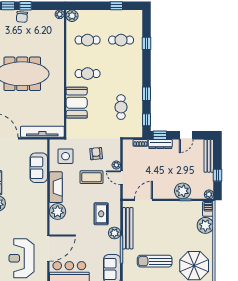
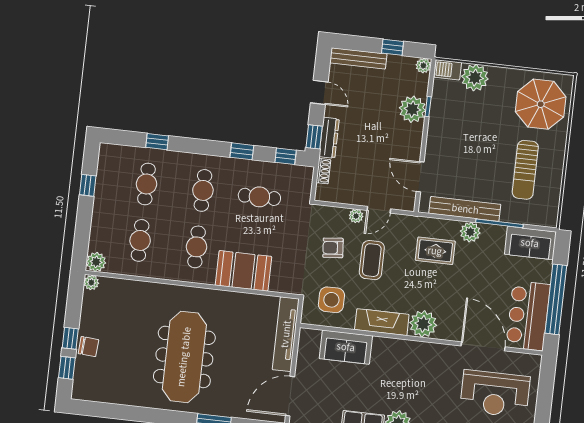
cafe table: (121, 74) -> (203, 190), added

